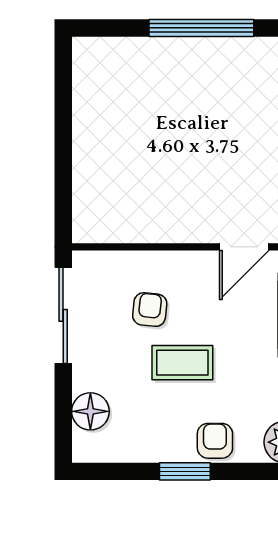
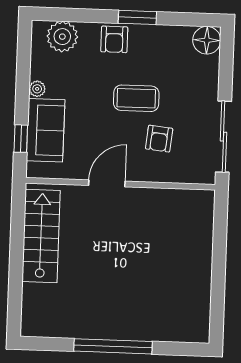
door: (244, 247) -> (107, 183), moved
floor lamp: (90, 411) -> (207, 40), moved

